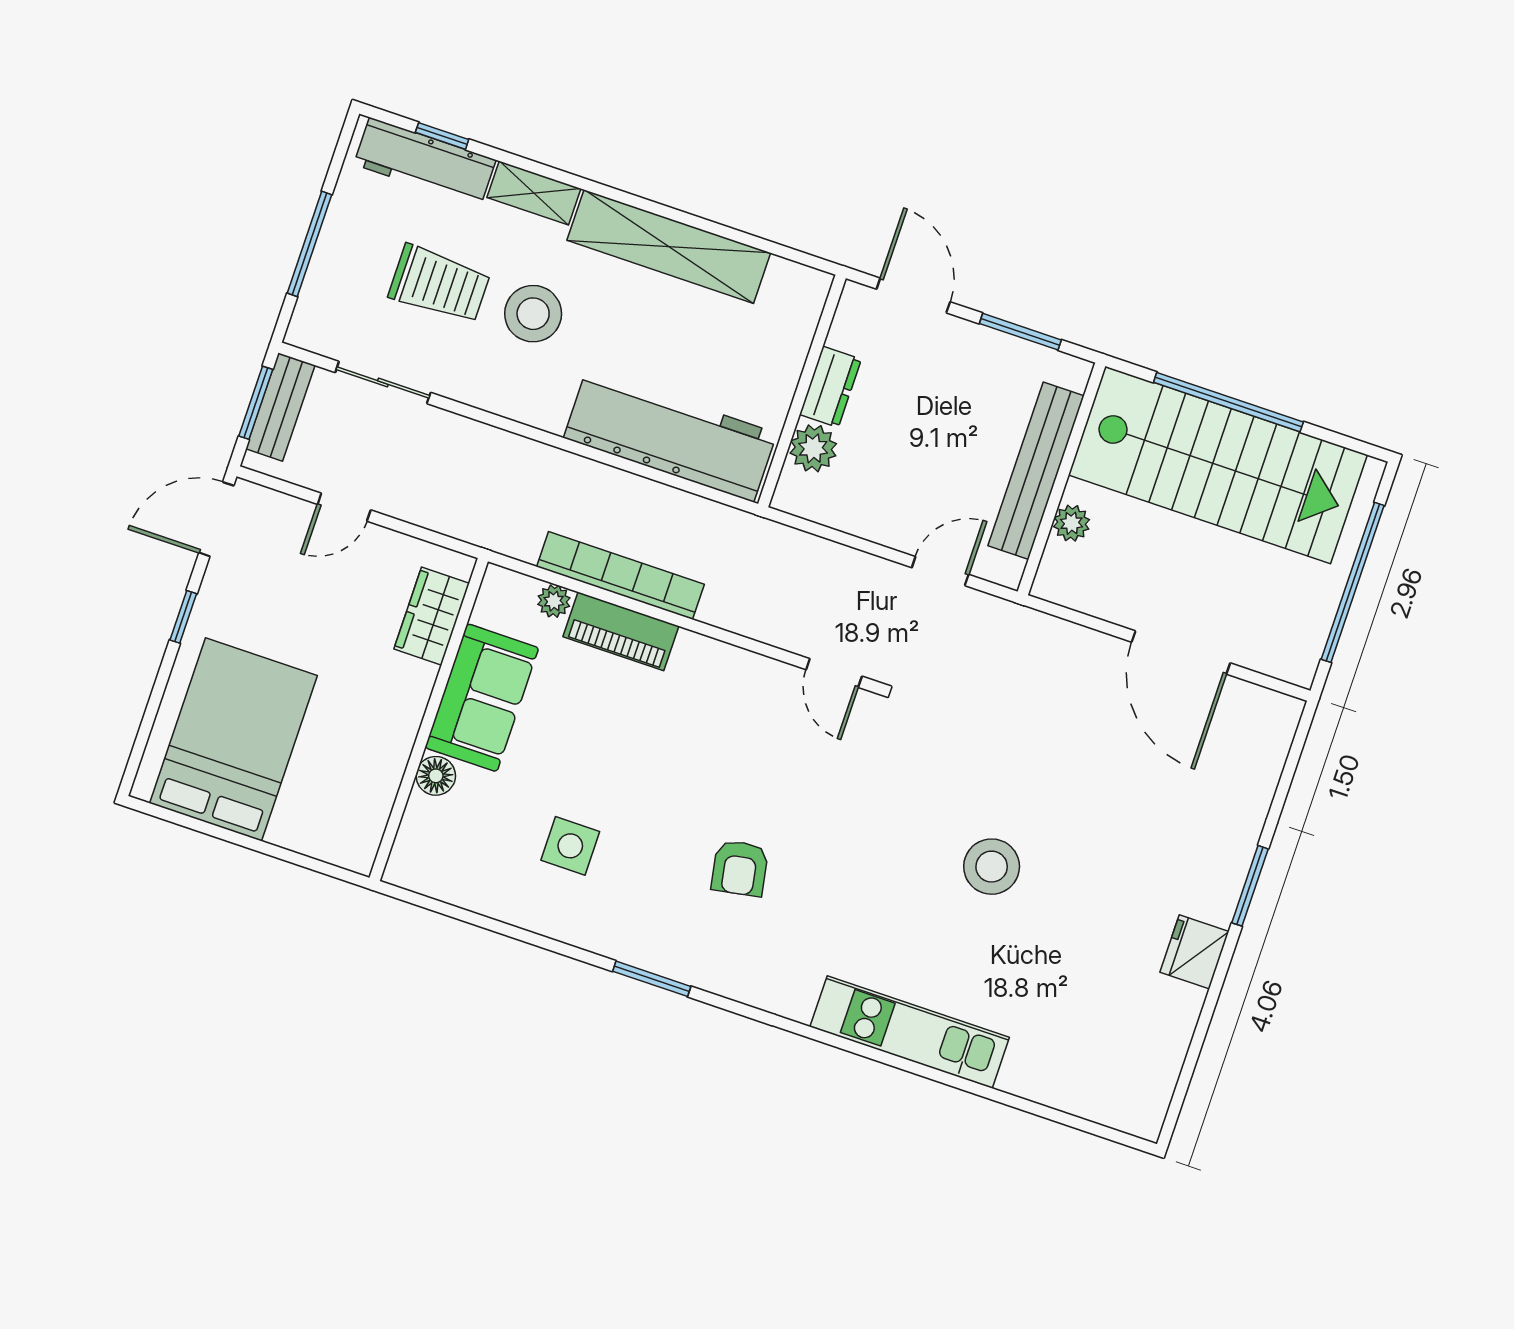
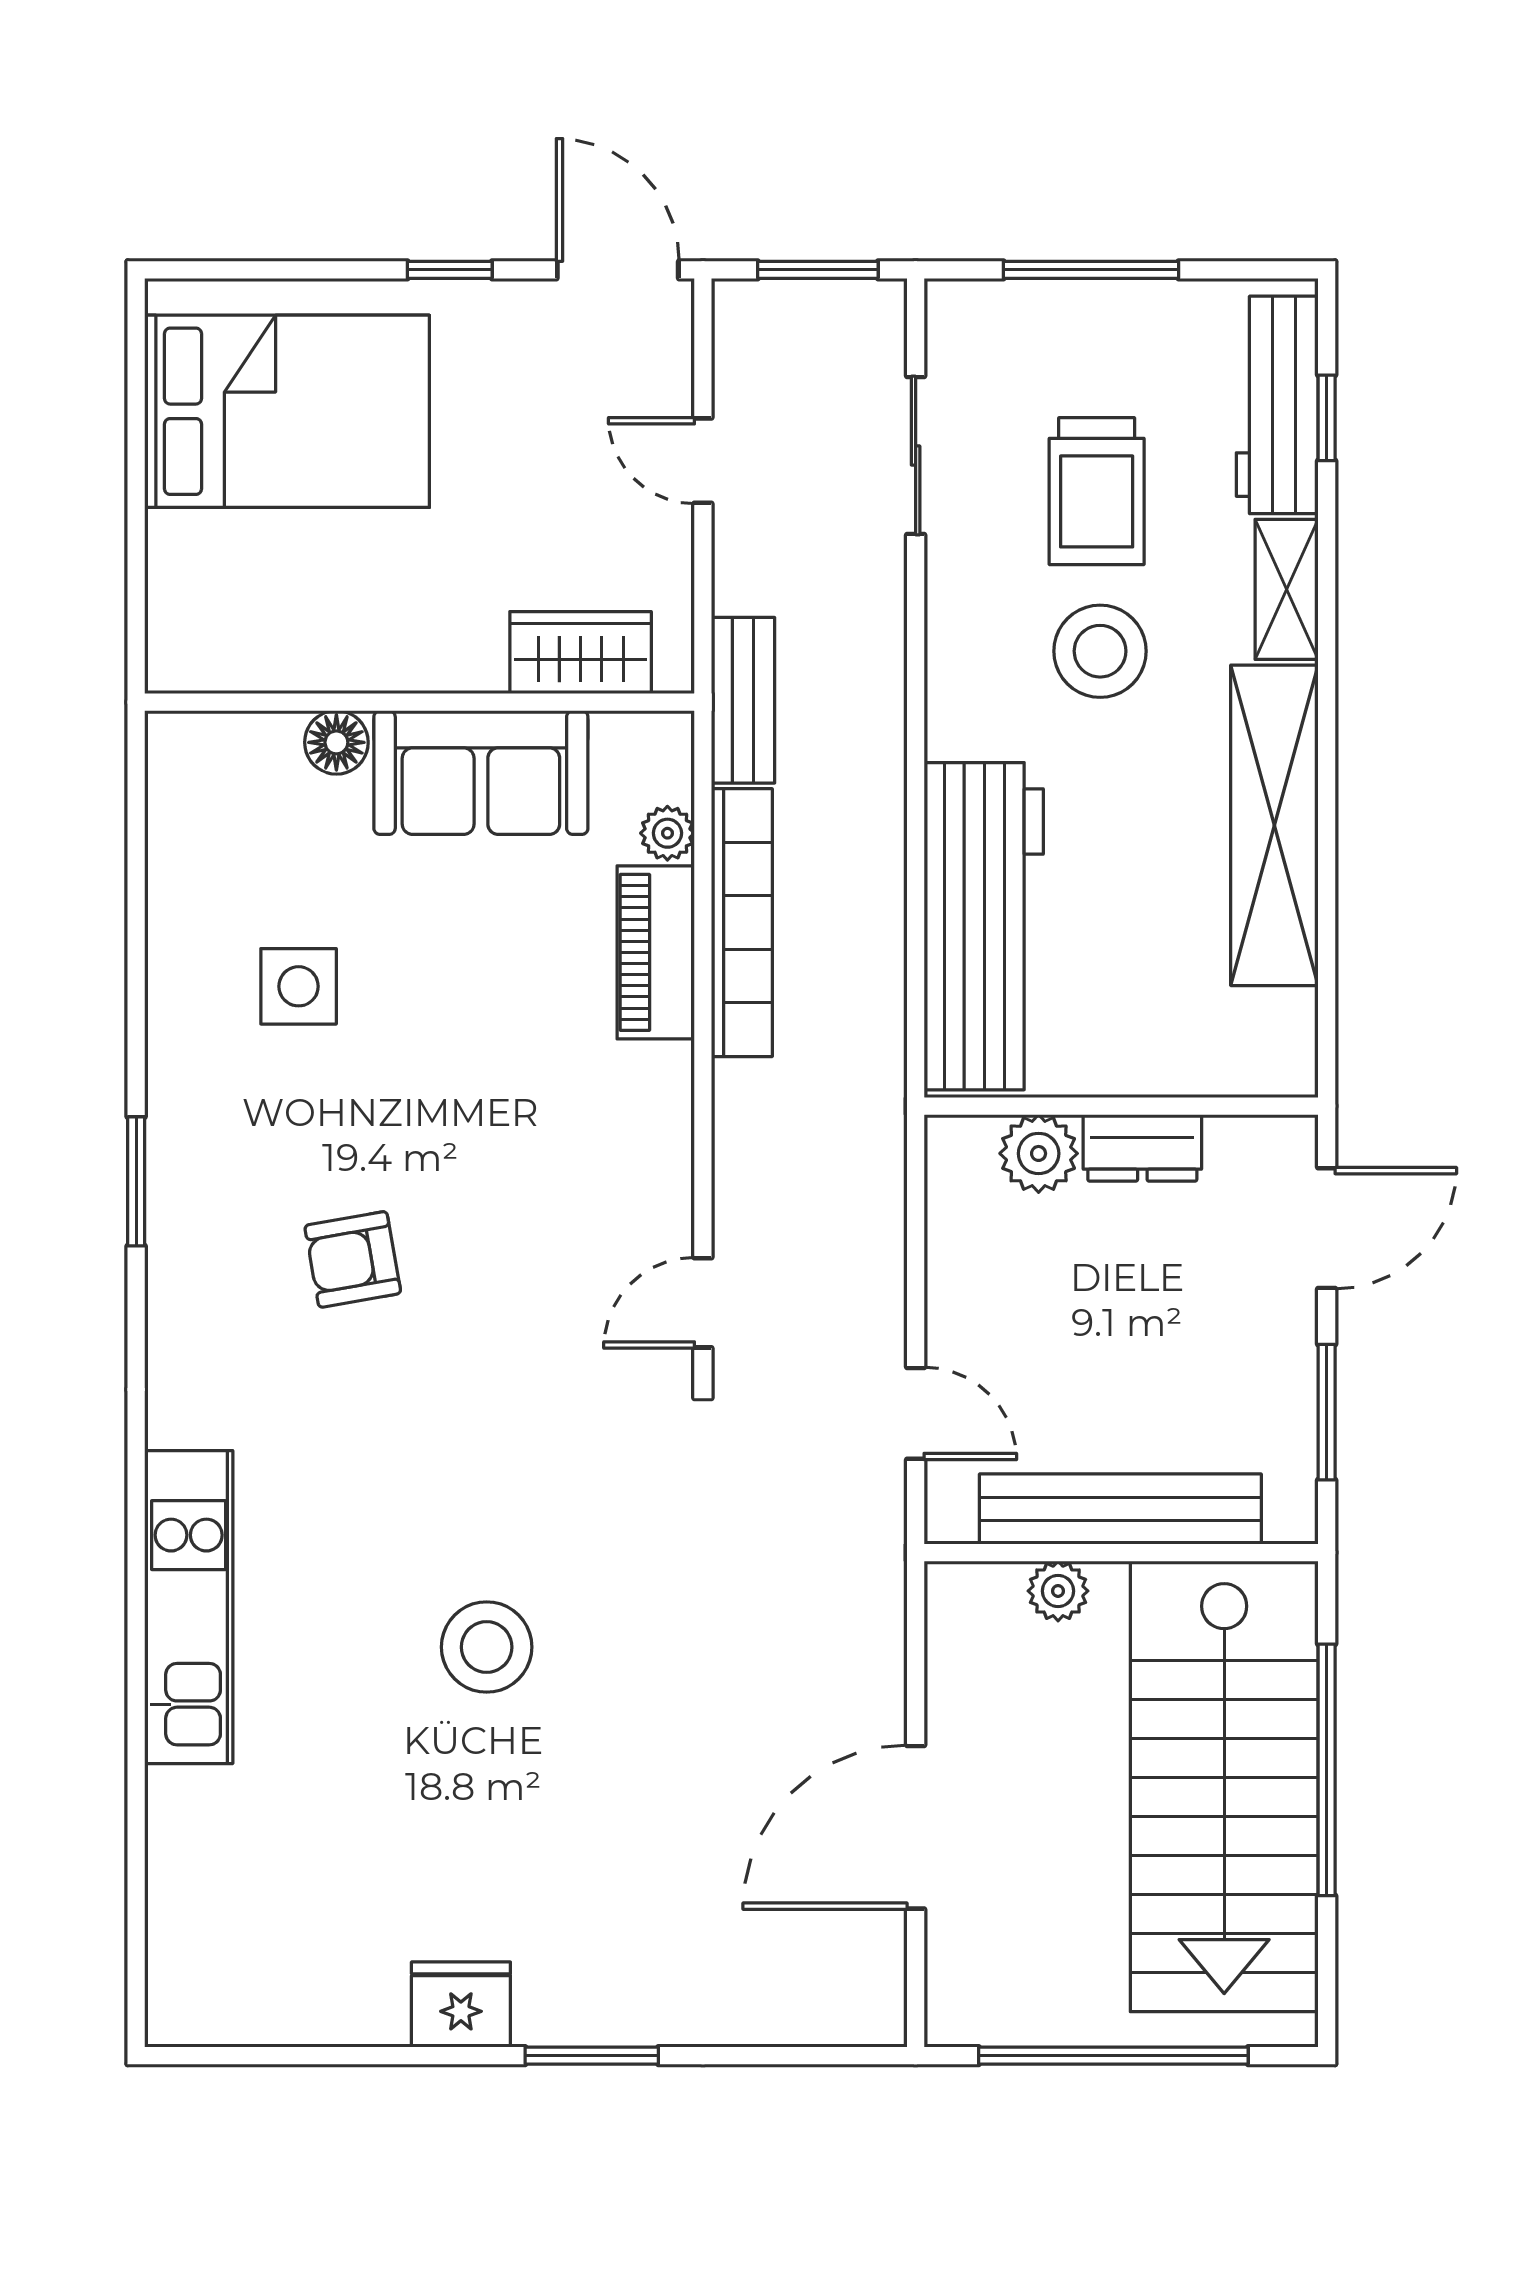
bench: (280, 407) -> (743, 700), moved, turned 90

